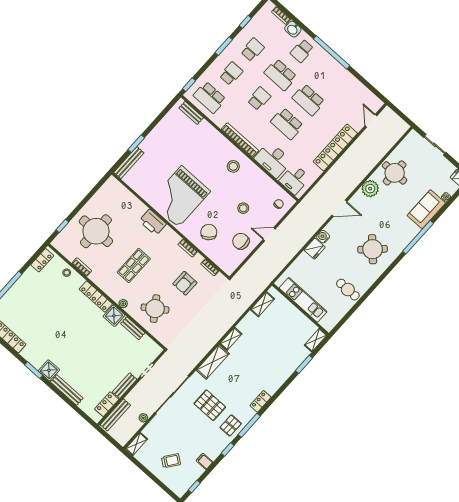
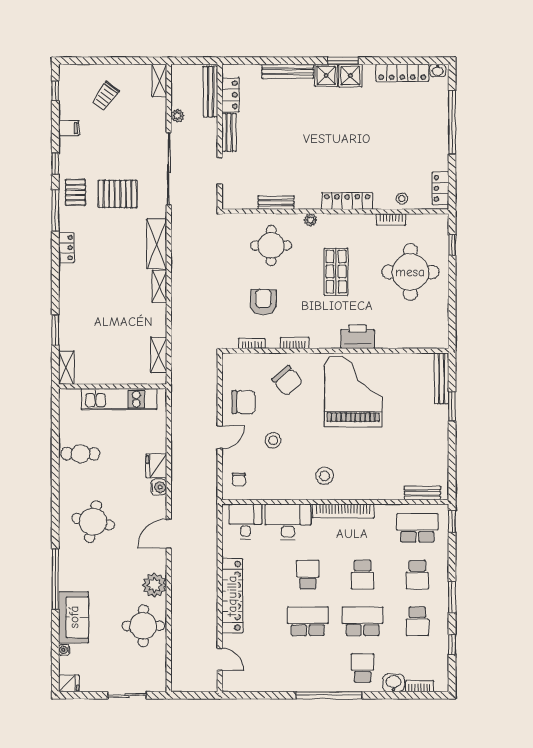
school desk: (287, 124) -> (308, 575), width x0.54
round table: (373, 249) -> (93, 522), turned -34
round table: (155, 309) -> (271, 246), turned 35
shower: (114, 316) -> (350, 76), moved

